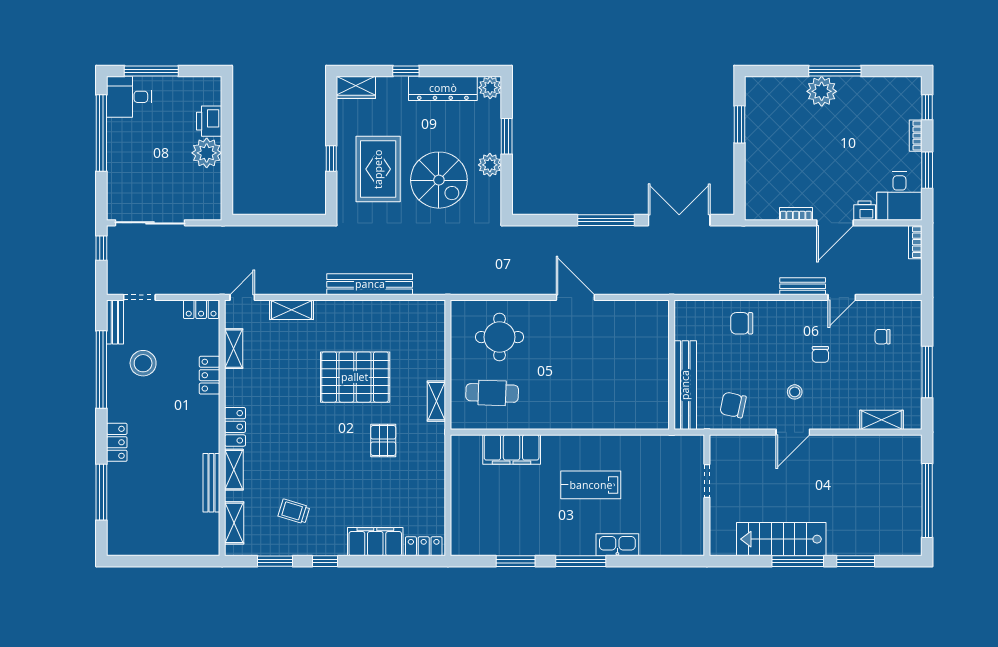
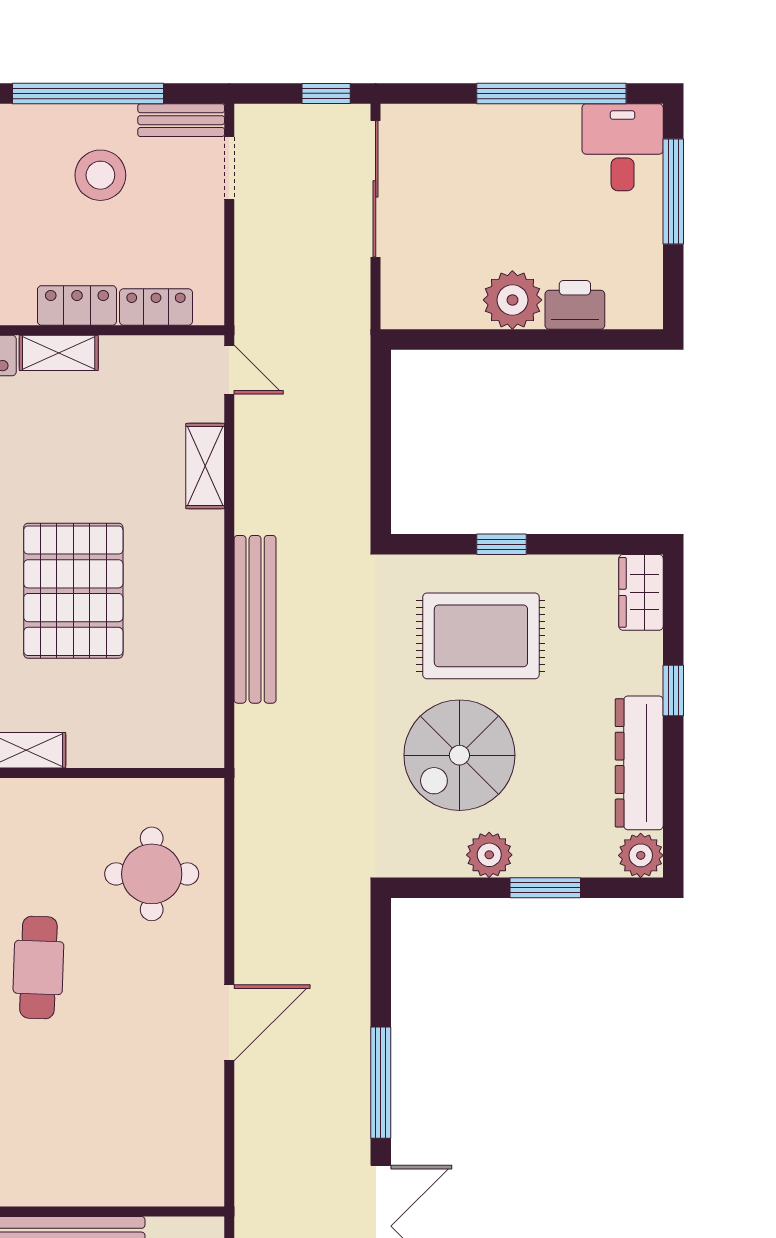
locker: (201, 309) -> (156, 307), moved, turned 90
shelving: (234, 349) -> (59, 353), moved
cafe table: (492, 393) -> (38, 967), moved

